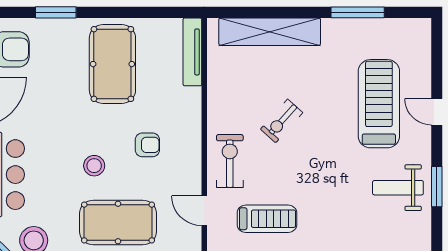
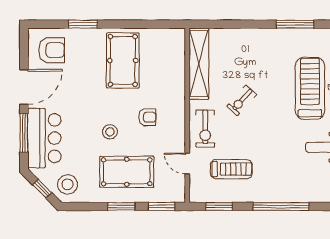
shelving: (270, 32) -> (199, 64), moved, turned 90
tv unit: (192, 52) -> (179, 52), removed
exercise bike: (230, 161) -> (205, 129), turned 180

